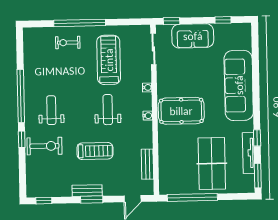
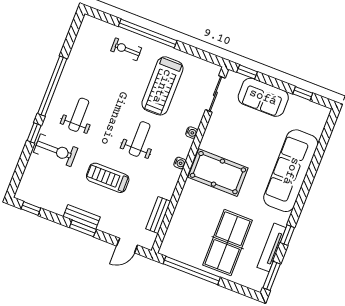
treadmill: (109, 60) -> (162, 86), turned 180
treadmill: (95, 151) -> (108, 178), turned 180

